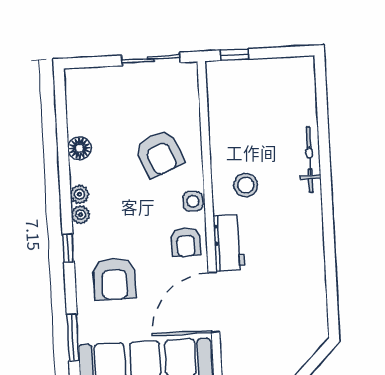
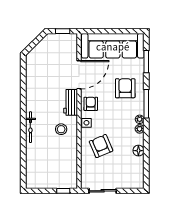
bicycle: (309, 160) -> (30, 127), moved
window: (68, 248) -> (146, 104), width x2.17

